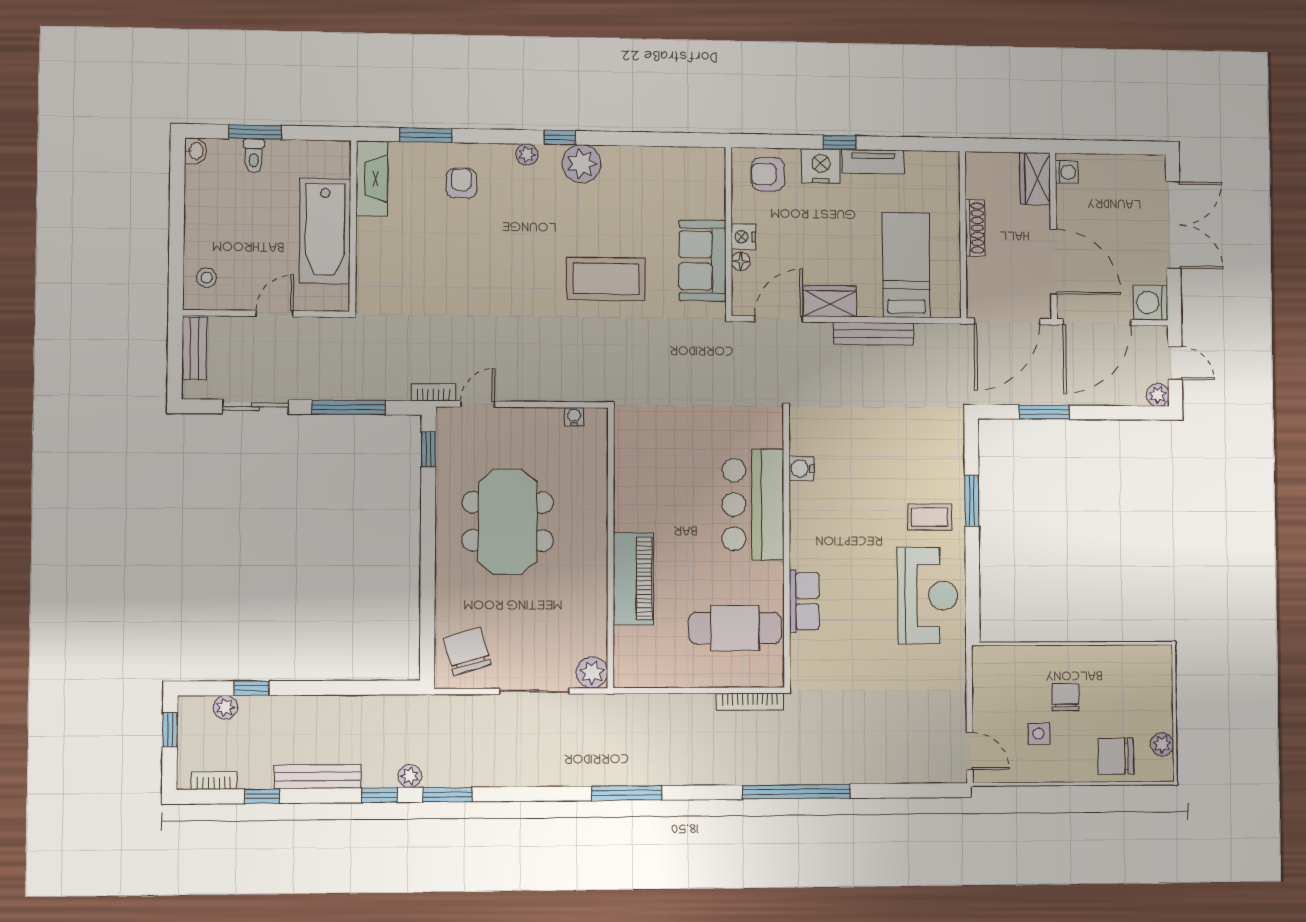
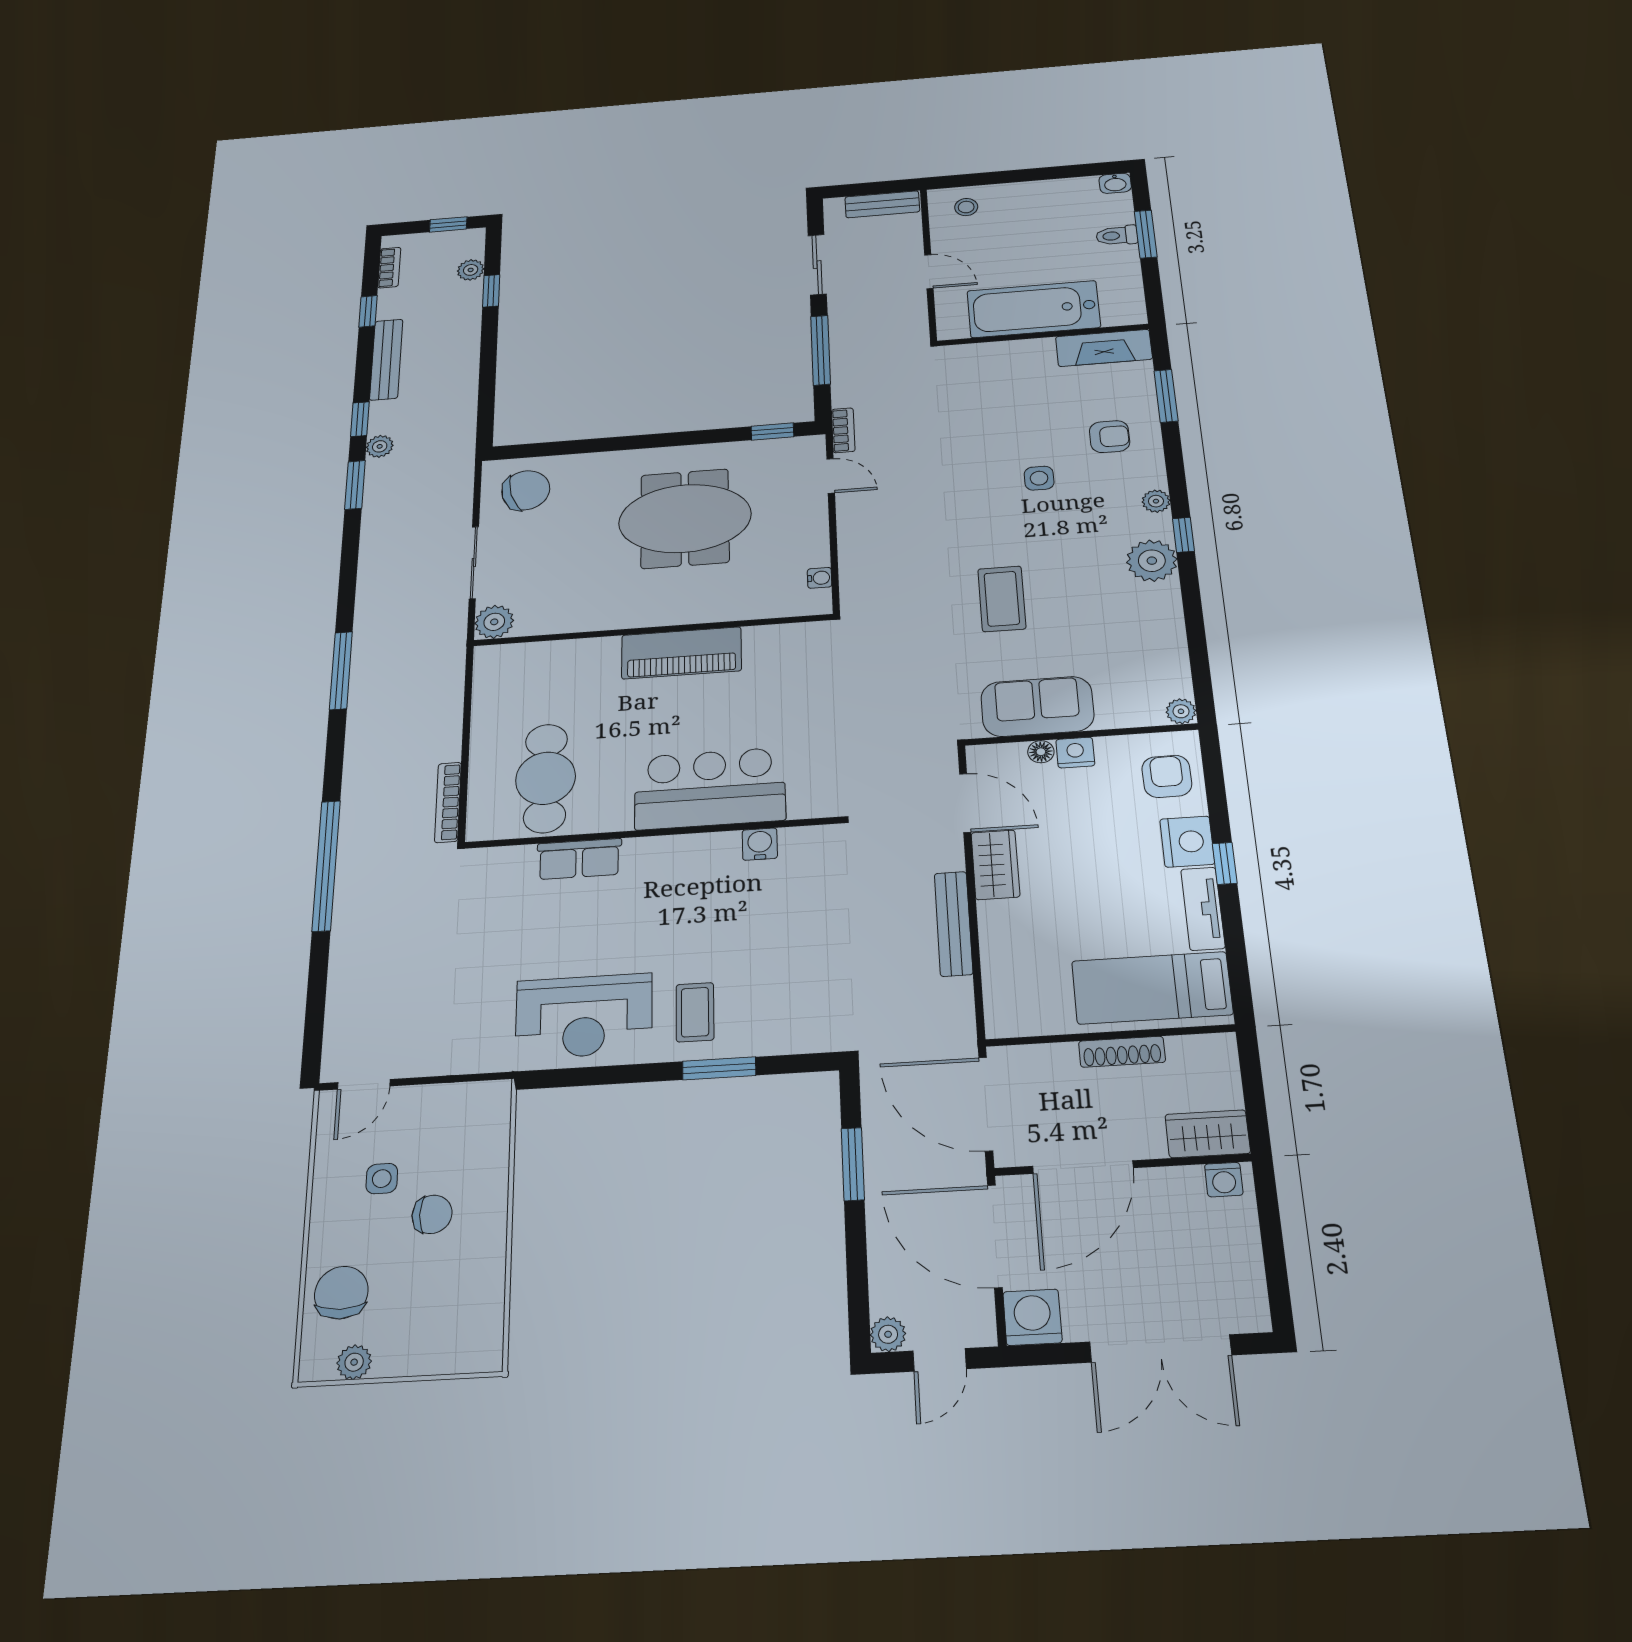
plant: (715, 158) -> (1181, 711), added
side table: (496, 241) -> (1039, 478), added
bed: (906, 265) -> (1152, 988), moved, turned 180
coffee table: (606, 279) -> (1002, 599), width x0.73, depth x0.76
piano: (633, 579) -> (681, 653), moved

